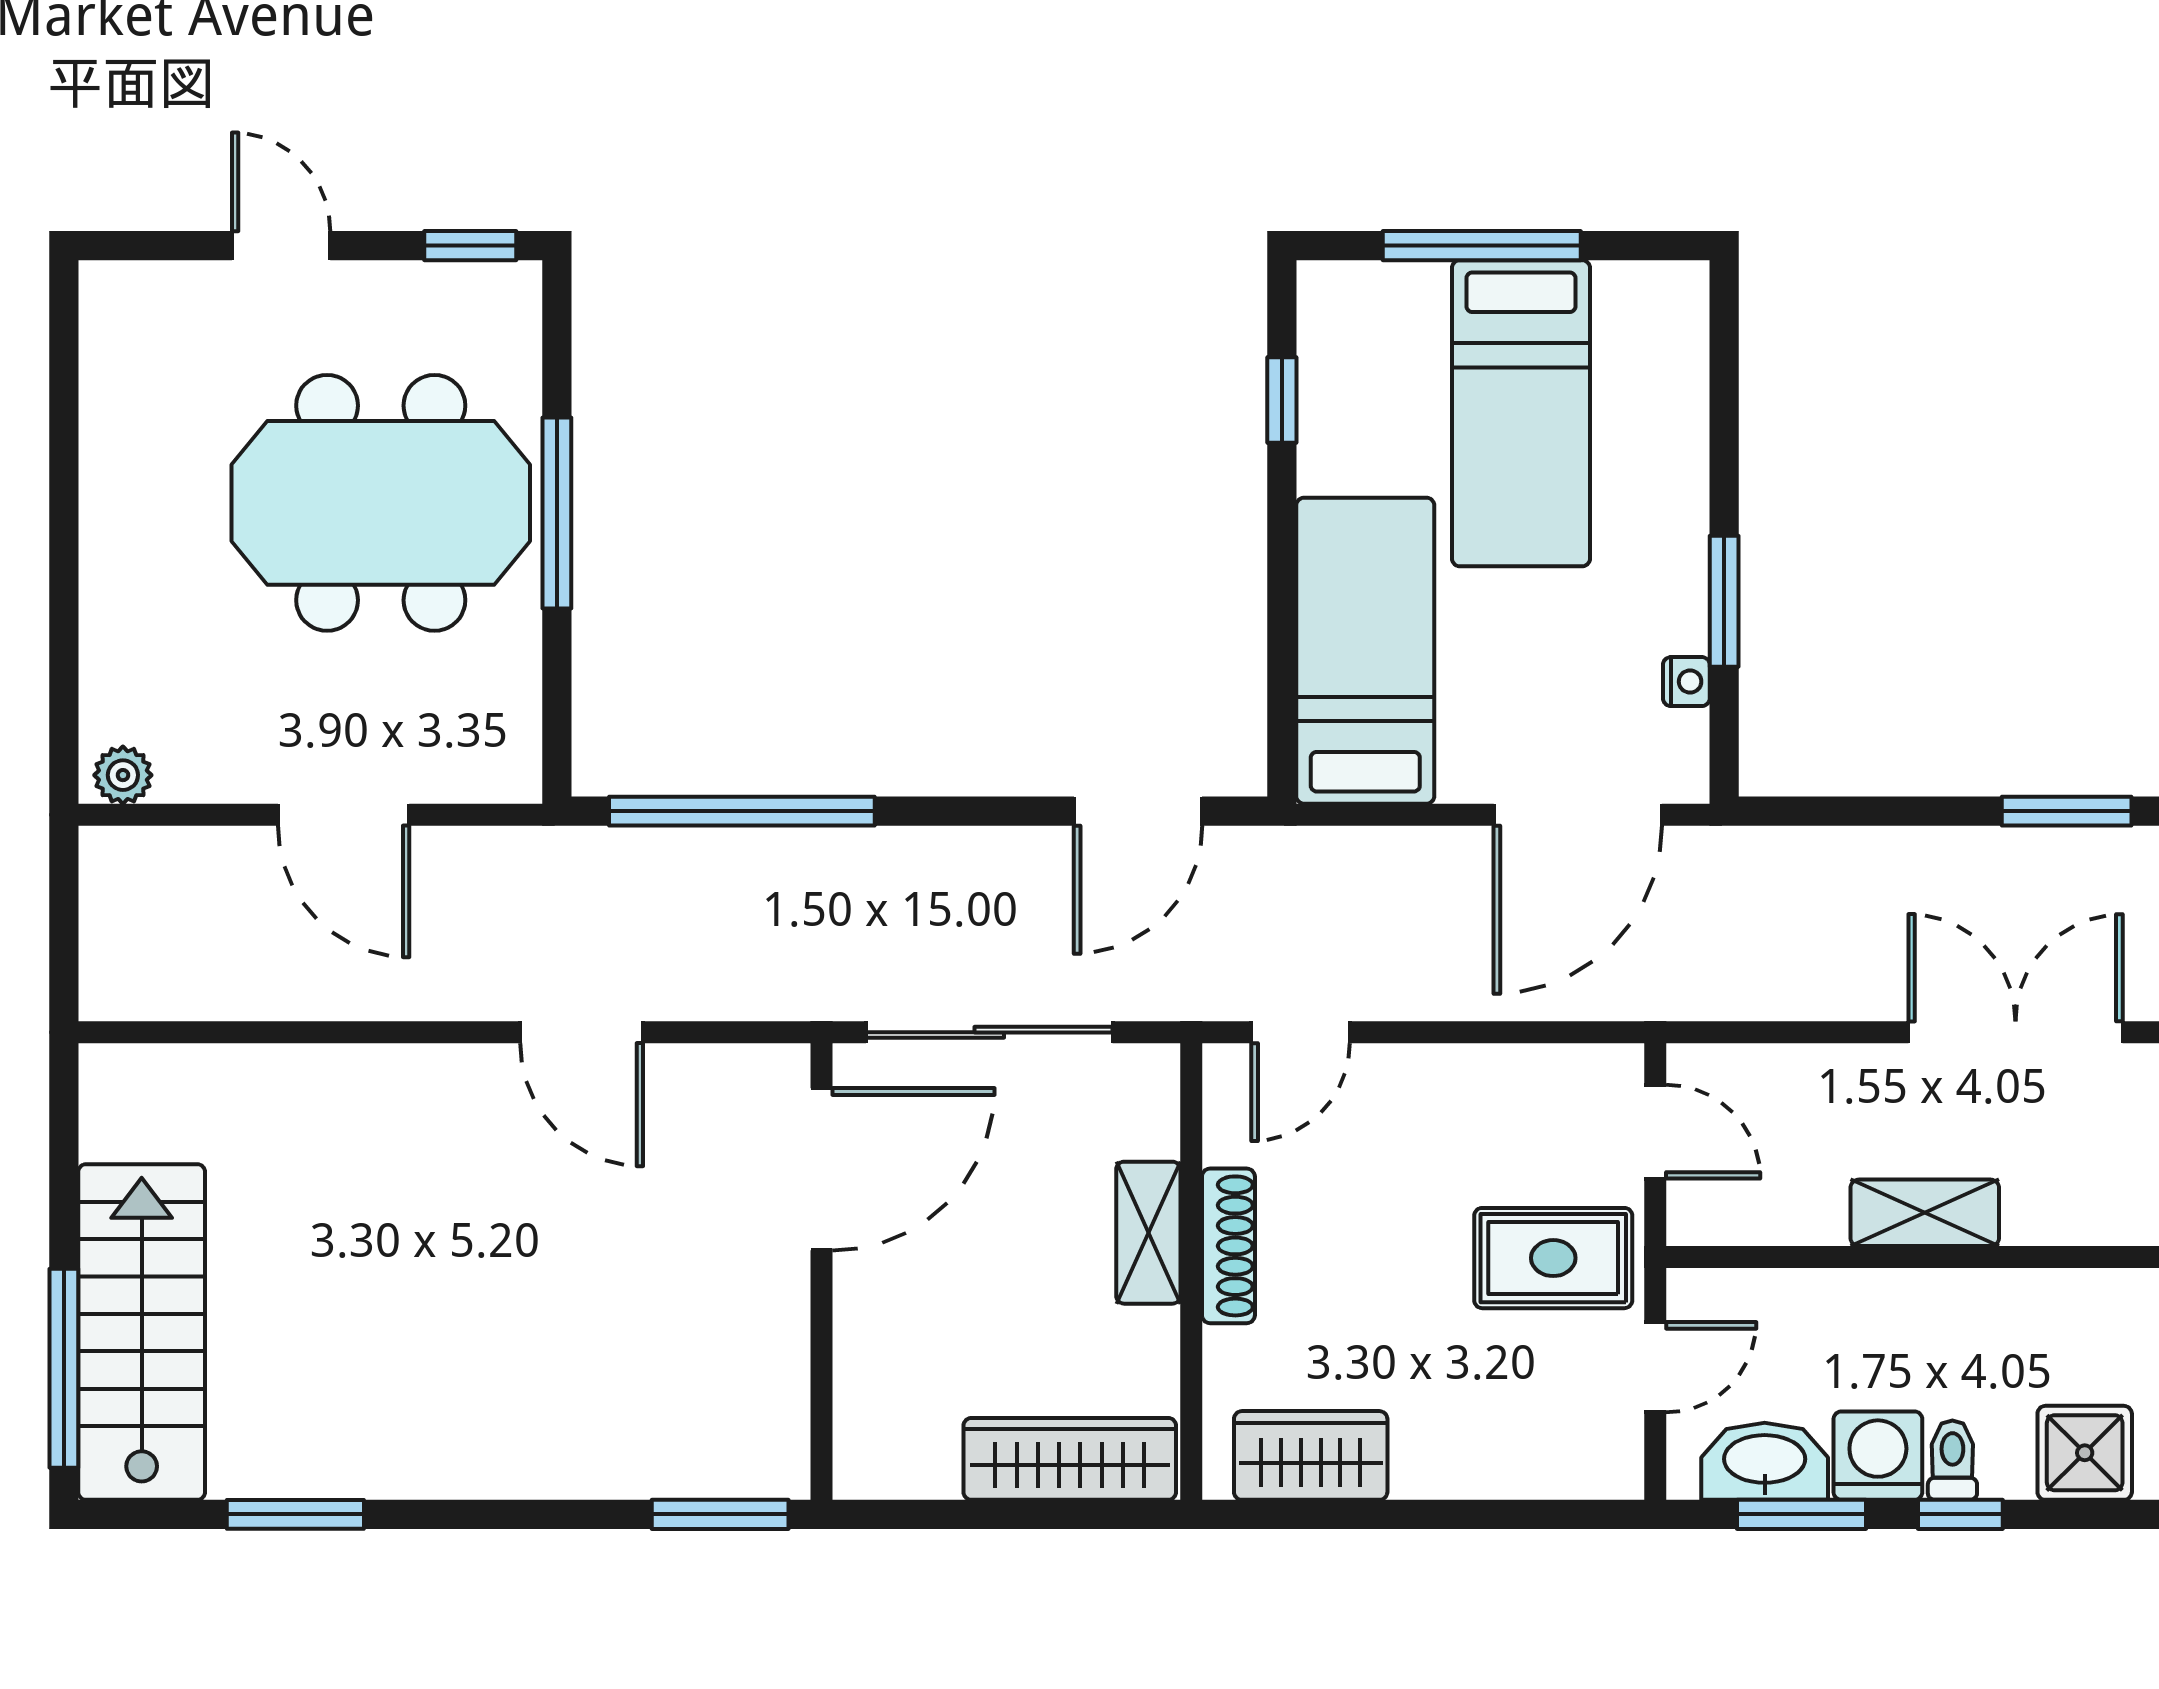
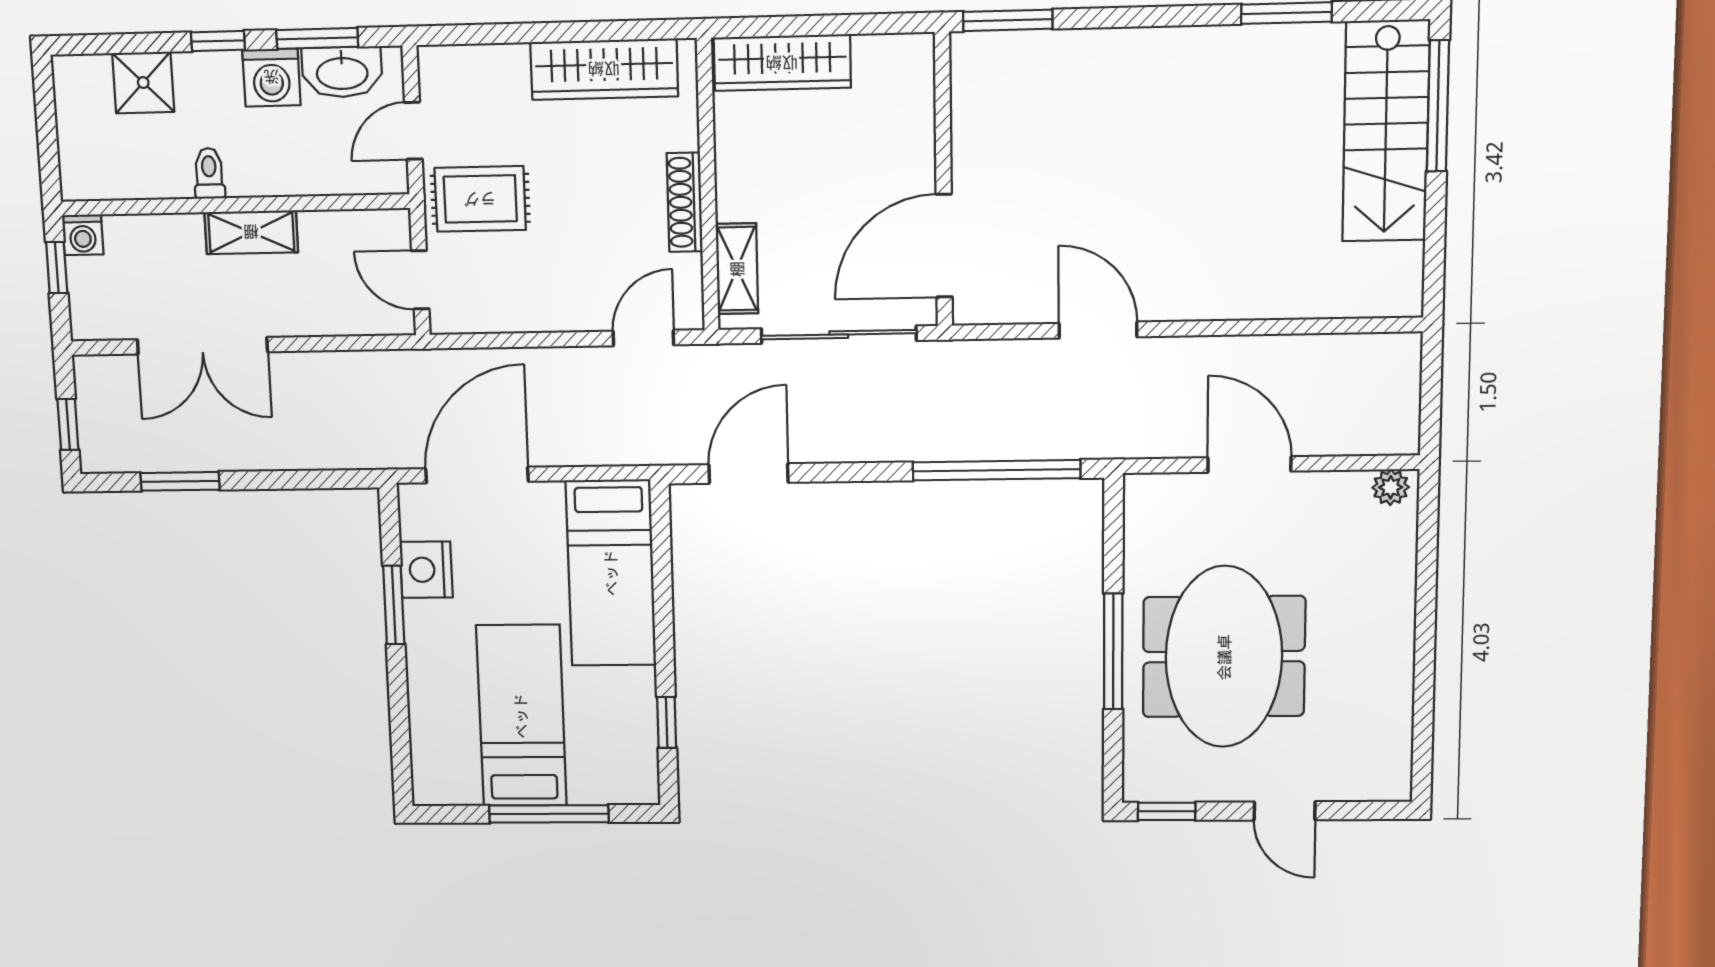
meeting table: (381, 503) -> (1224, 657), turned 90
nightstand: (1686, 682) -> (426, 570), width x1.89, depth x1.79
shelving: (1148, 1233) -> (737, 269), moved
wardrobe: (1311, 1455) -> (604, 69), width x1.50
toilet: (1952, 1460) -> (209, 173), moved, turned 180

